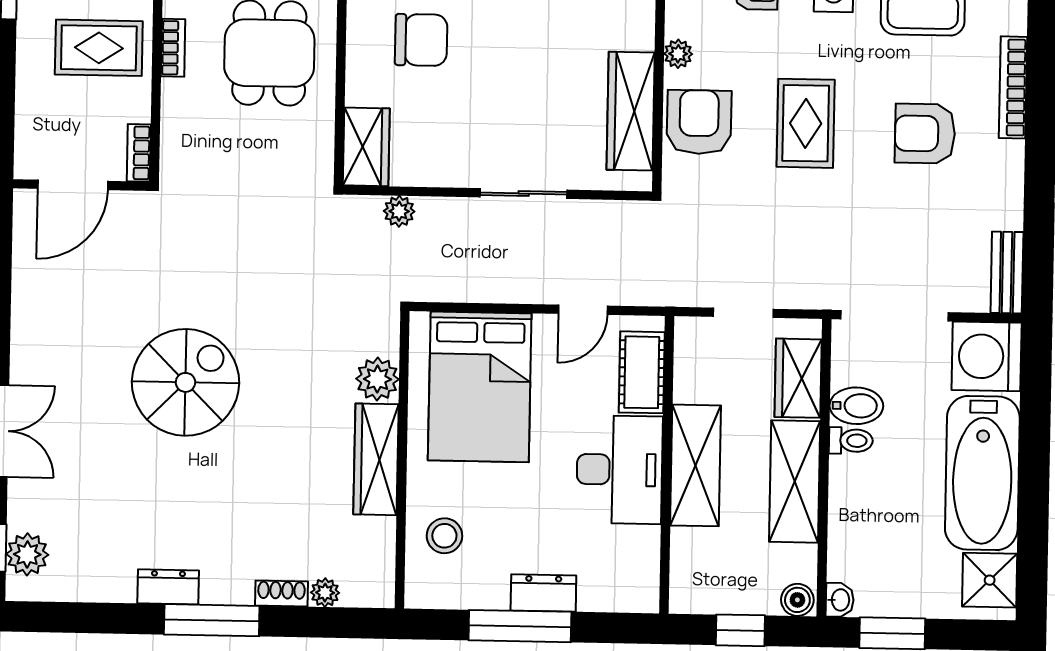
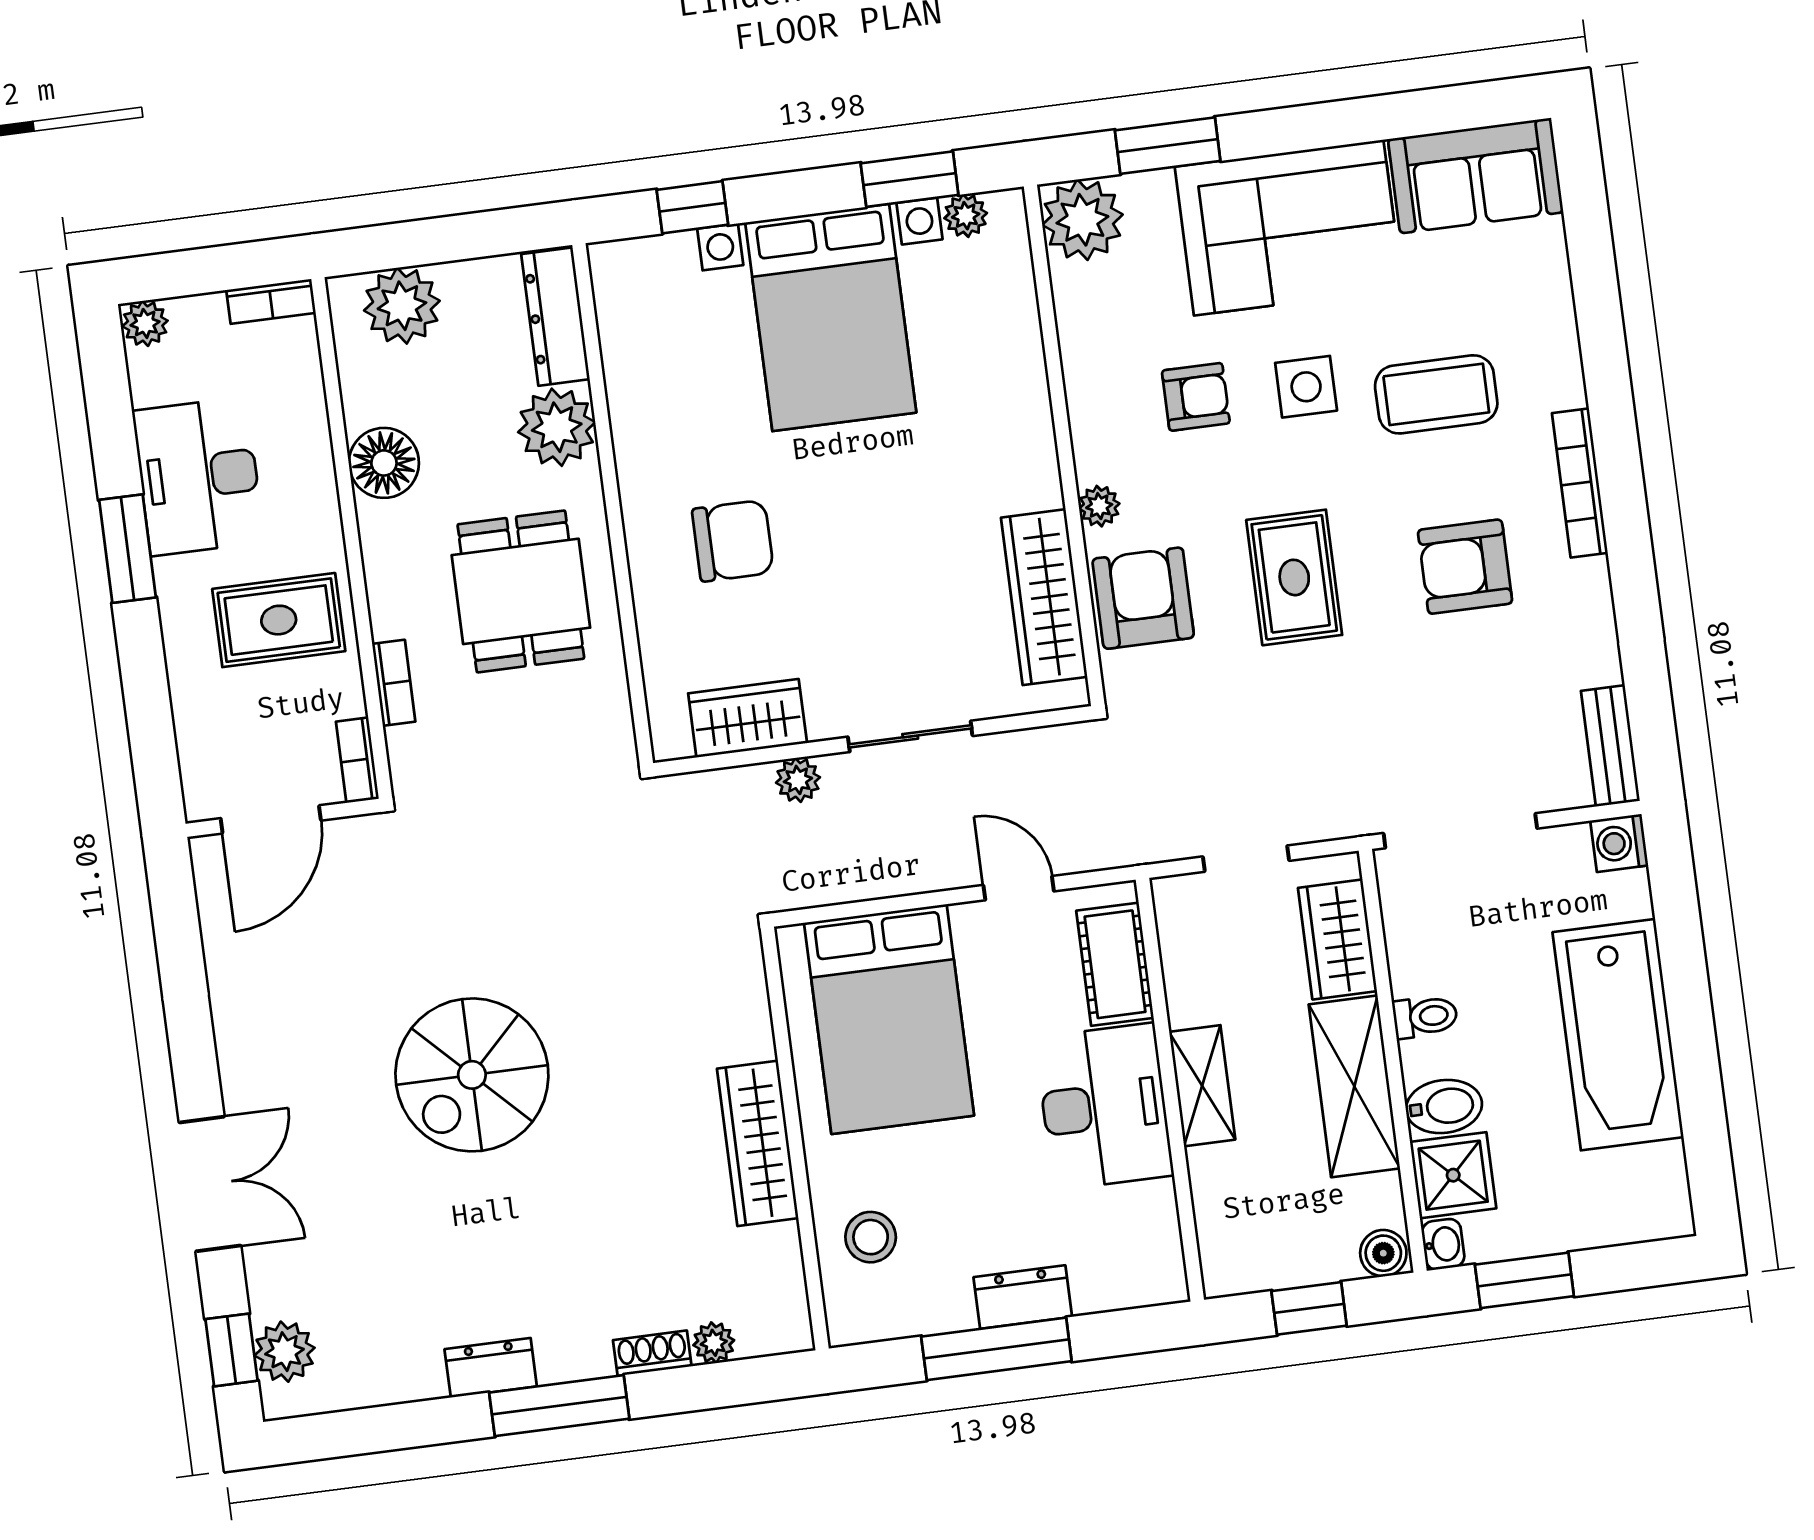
bookcase: (173, 48) -> (394, 683), moved
wardrobe: (366, 147) -> (748, 718), moved, turned -90
plant: (399, 211) -> (798, 780), moved
door: (583, 310) -> (1019, 888), swing flipped
washing machine: (987, 356) -> (1619, 843), width x0.53, depth x0.53
plant: (377, 379) -> (743, 1030), removed
spiral stairs: (185, 382) -> (472, 1075), turned 180
bidet: (856, 406) -> (1444, 1106), moved
shelving: (695, 465) -> (1202, 1086), width x0.67, depth x0.75
shower: (990, 580) -> (1453, 1175), moved

